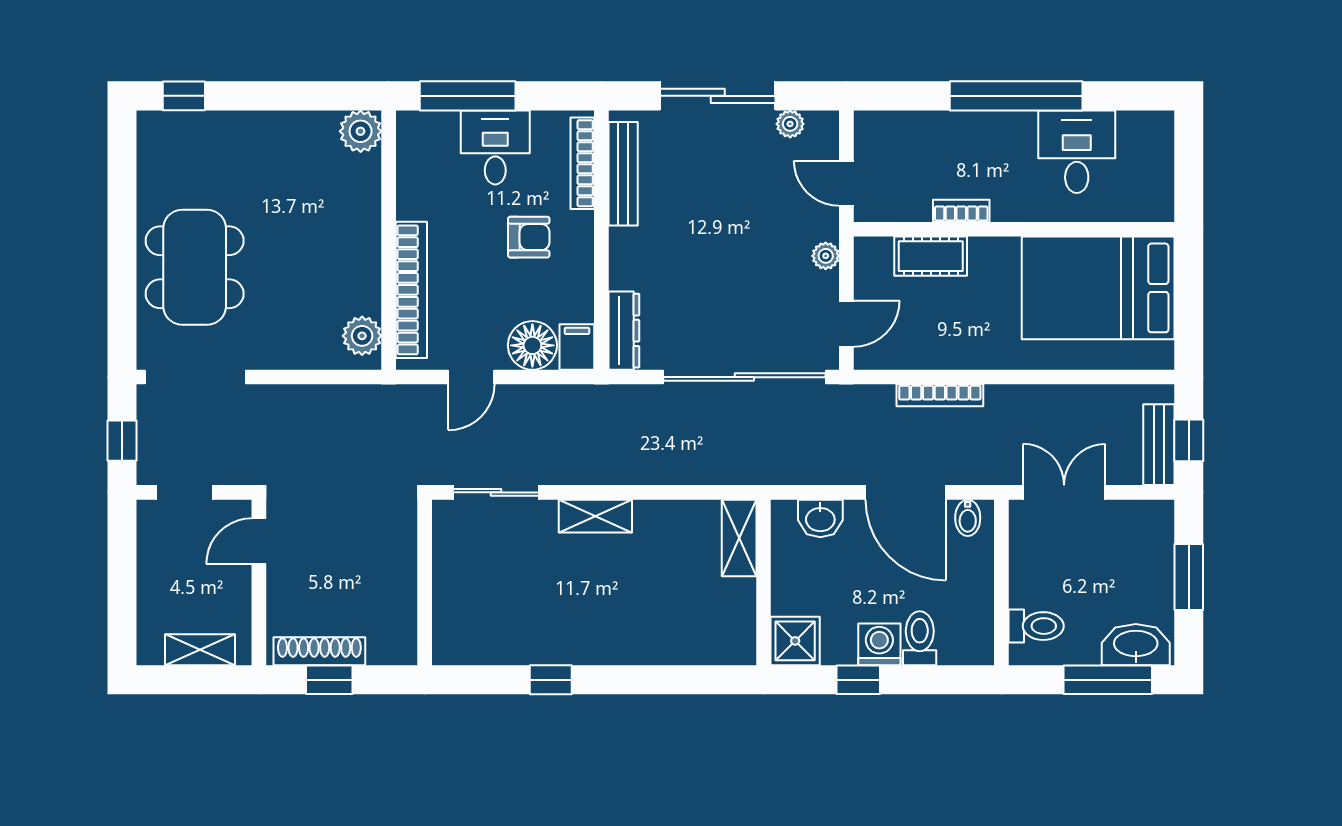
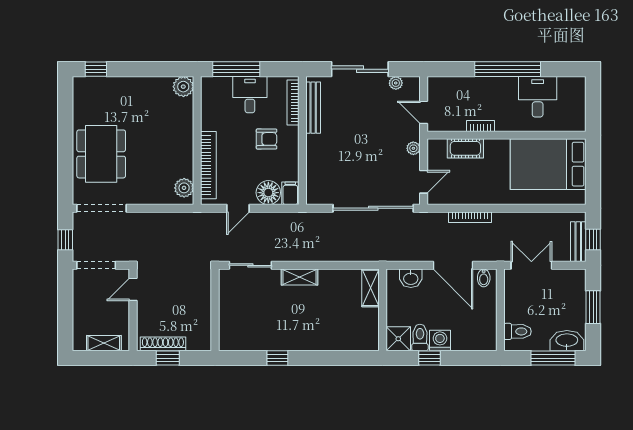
dresser: (624, 331) -> (314, 185), removed
doorway: (184, 492) -> (96, 265), width x1.38
toilet: (920, 638) -> (420, 337), moved

